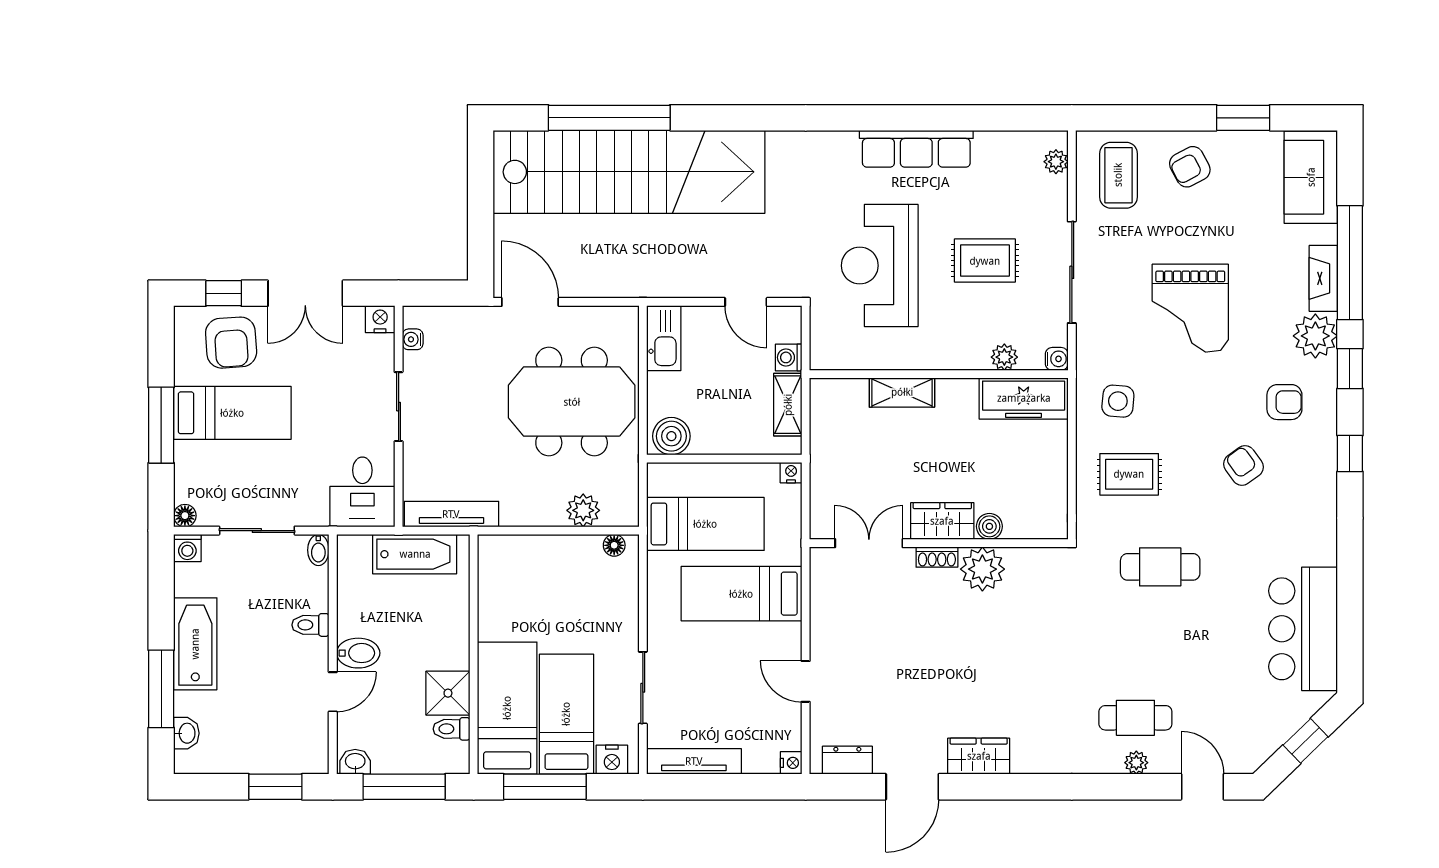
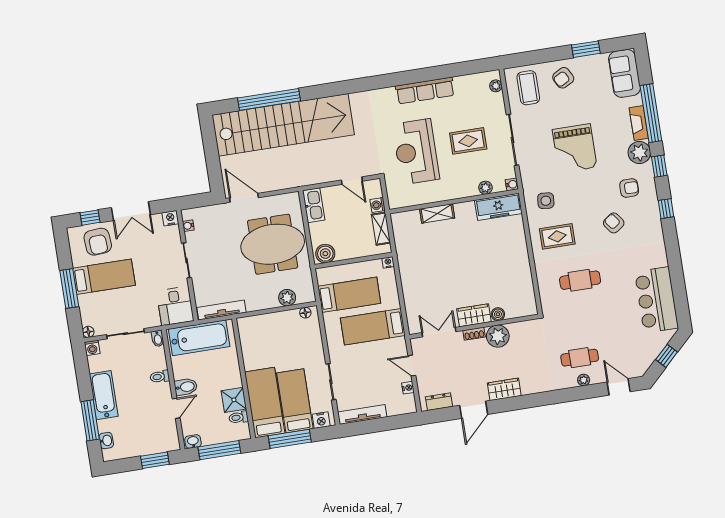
wardrobe: (942, 521) -> (474, 315), moved
boiler: (989, 526) -> (498, 314), moved
double door: (869, 543) -> (439, 332), moved
wall: (939, 543) -> (474, 327), moved
bathtub: (415, 554) -> (199, 338), width x1.36, depth x1.36
shoe rack: (937, 557) -> (474, 334), moved
plant: (982, 569) -> (498, 336), moved
nightstand: (791, 763) -> (408, 388), moved

